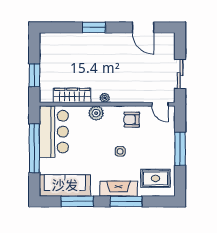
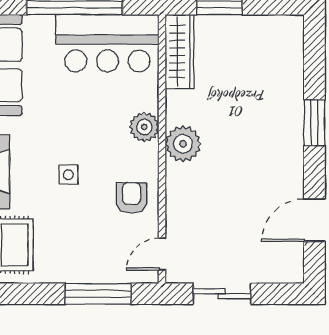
wardrobe: (72, 95) -> (179, 52), moved
plant: (105, 98) -> (183, 144), width x1.87, depth x1.87
window: (180, 149) -> (98, 294), moved

